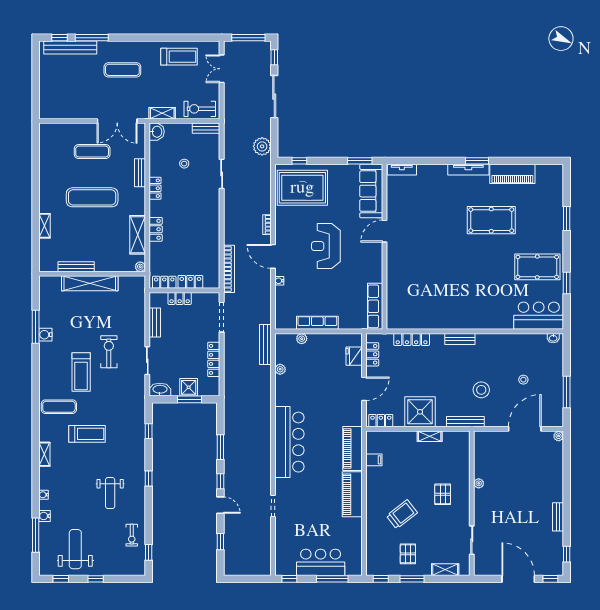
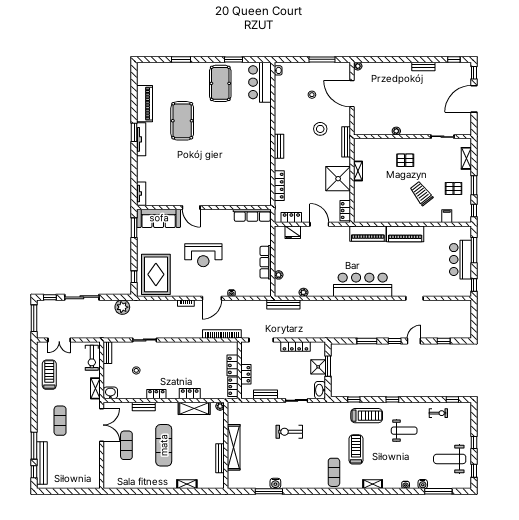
treadmill: (81, 372) -> (367, 416), moved
filing cabinet: (374, 460) -> (447, 216), moved

